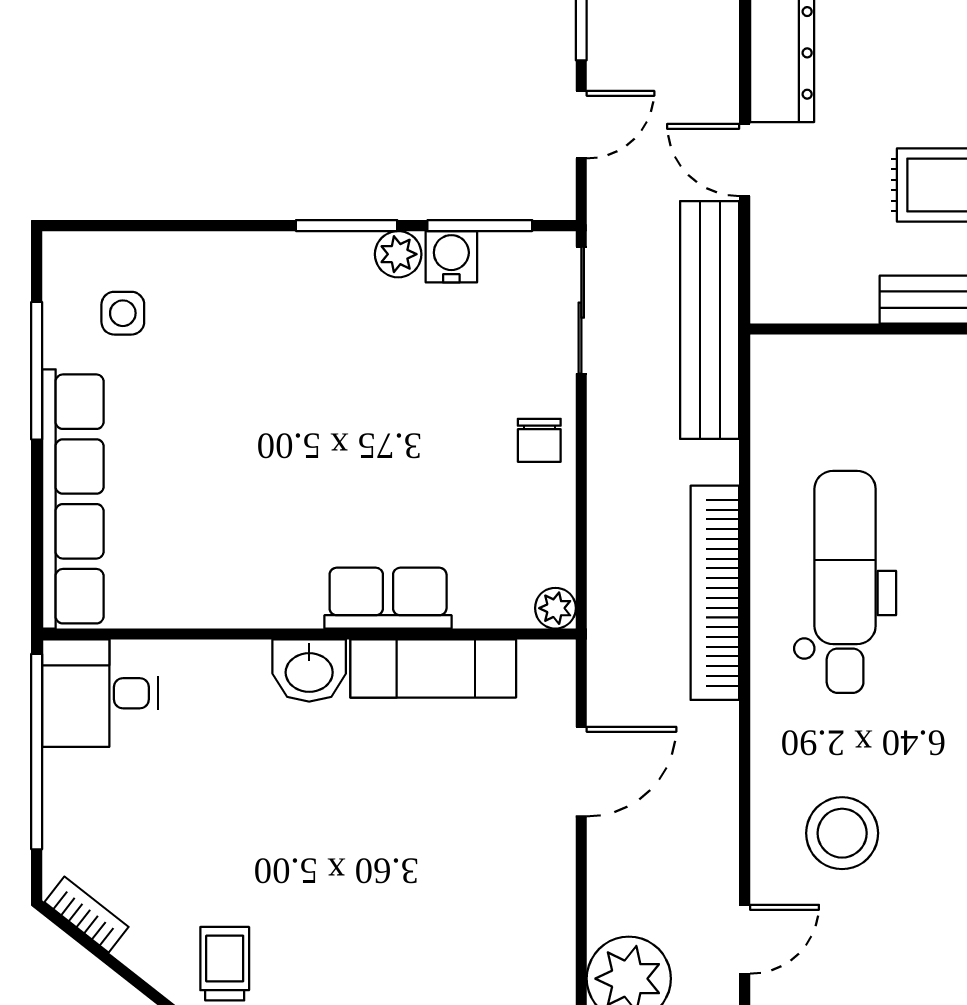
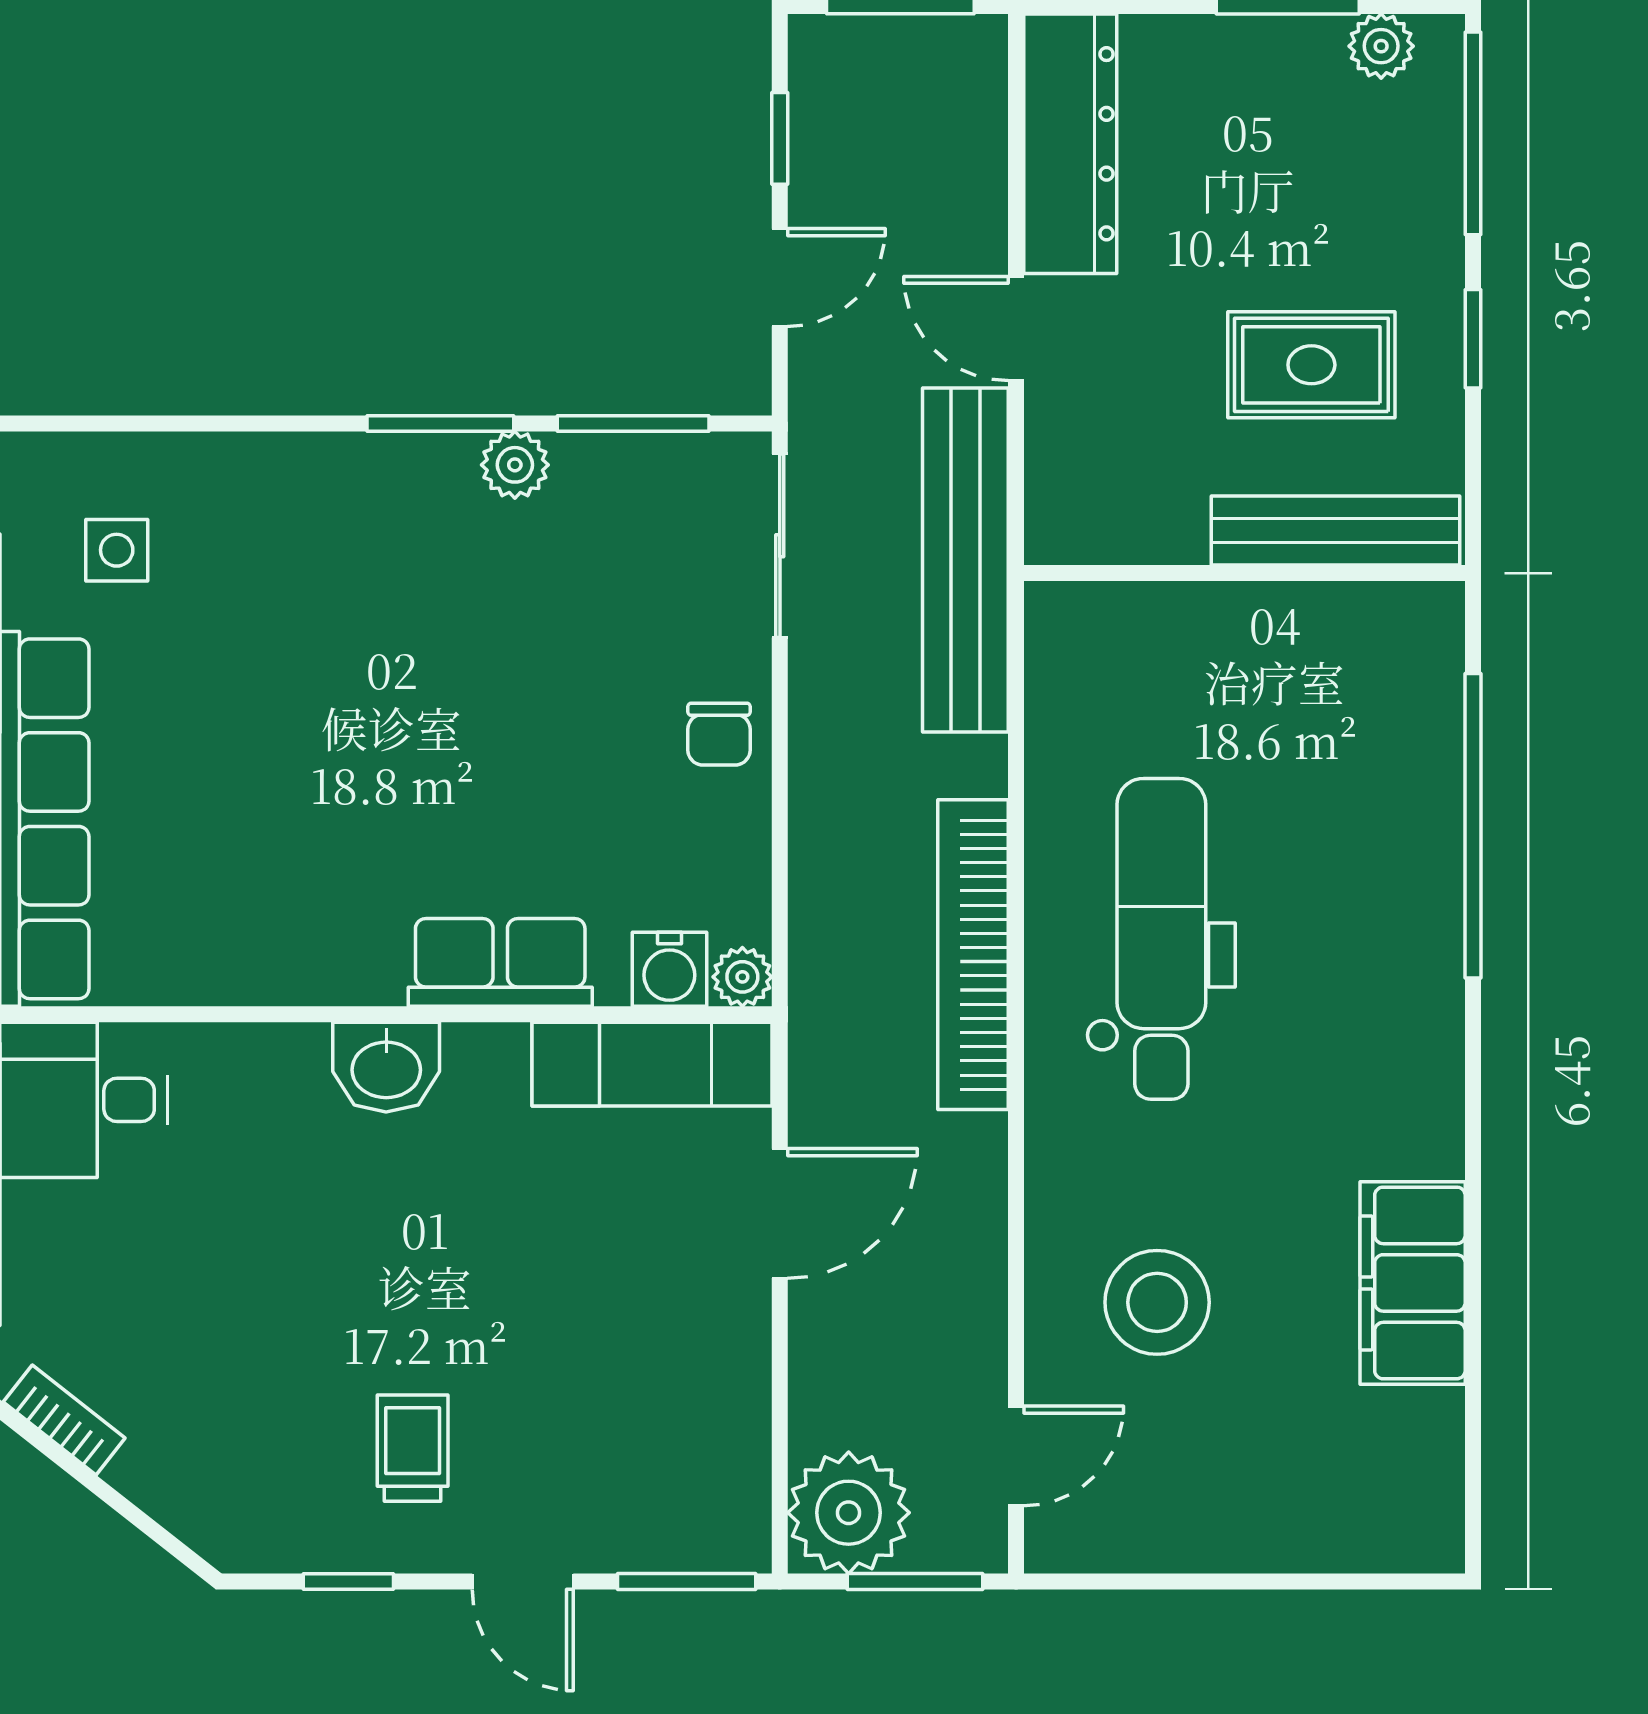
water cooler: (451, 257) -> (669, 969), moved, turned 180
exam couch: (433, 668) -> (652, 1064), moved
trolley: (225, 964) -> (413, 1448), moved

